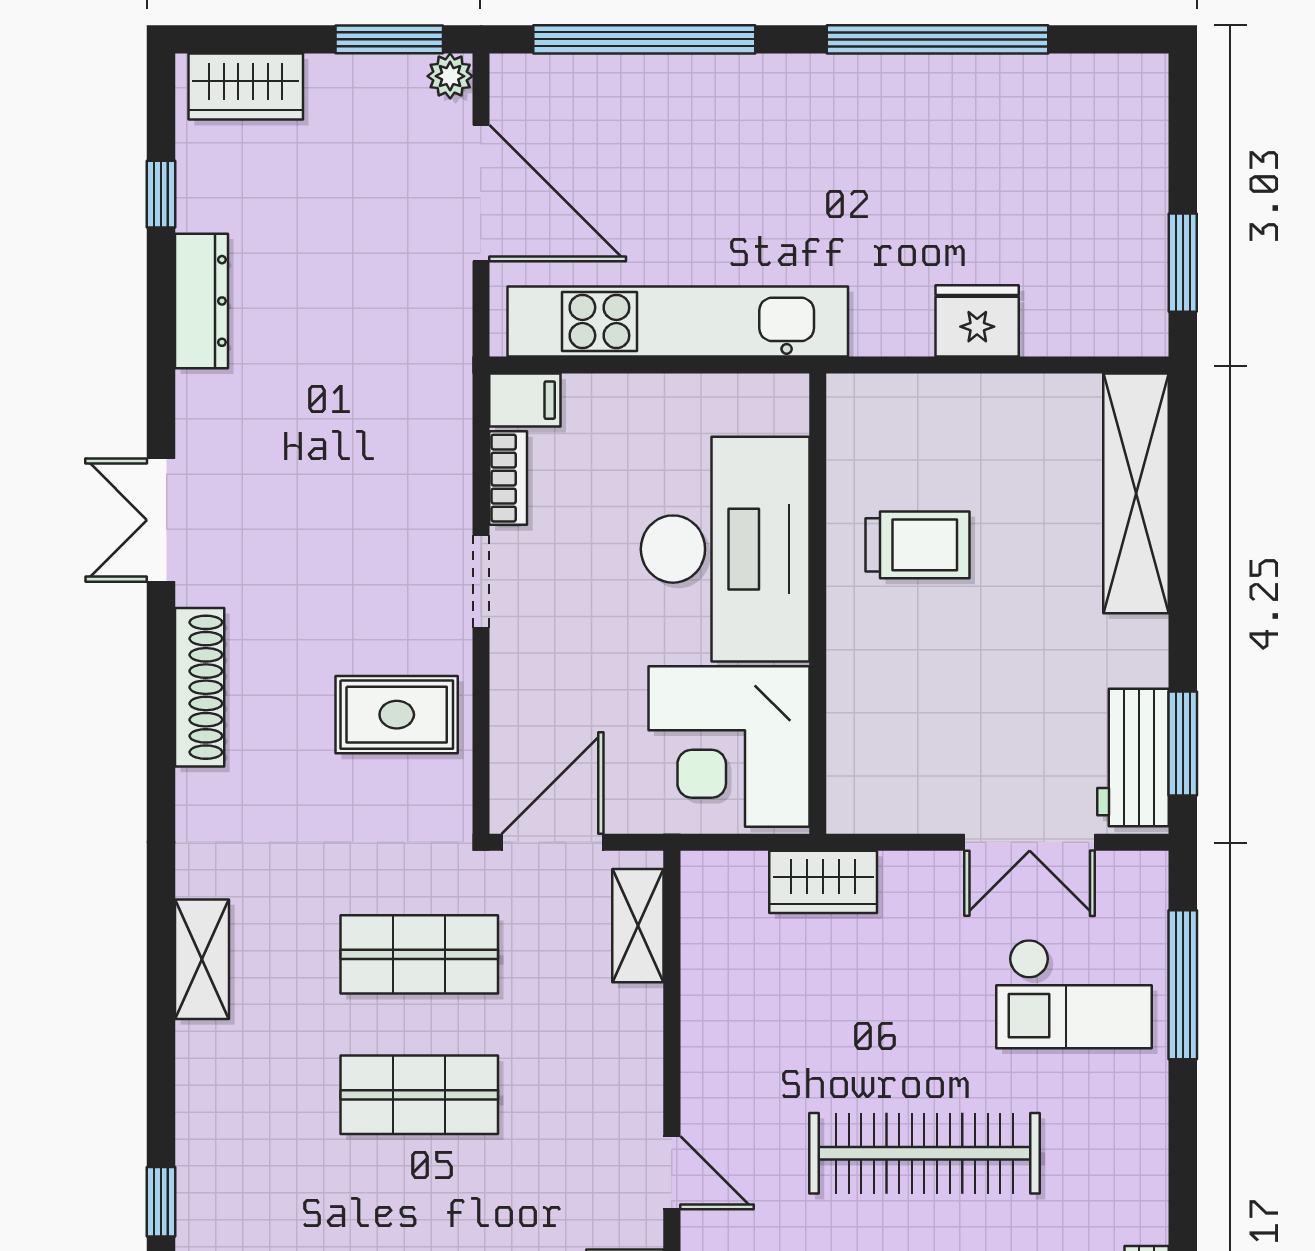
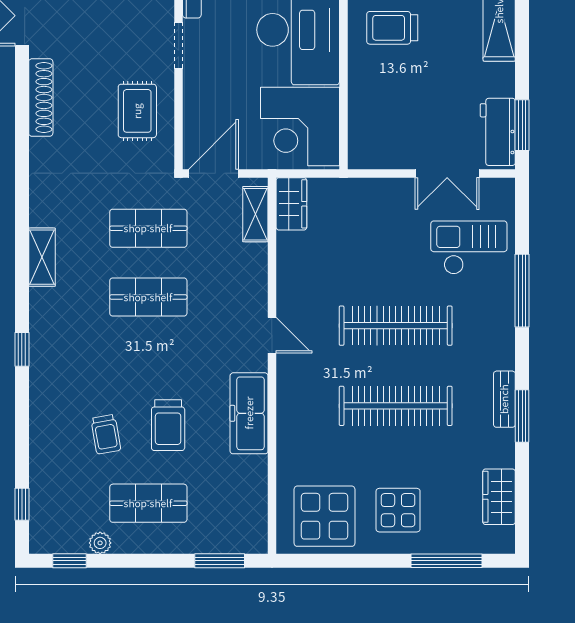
trolley: (917, 545) -> (392, 28), turned 180
rug: (397, 715) -> (137, 111), turned 90
wardrobe: (823, 882) -> (291, 204), moved, turned -90
shelving: (202, 959) -> (42, 257), moved
window: (1183, 985) -> (522, 291), moved
checkout: (1074, 994) -> (469, 248), turned 180

